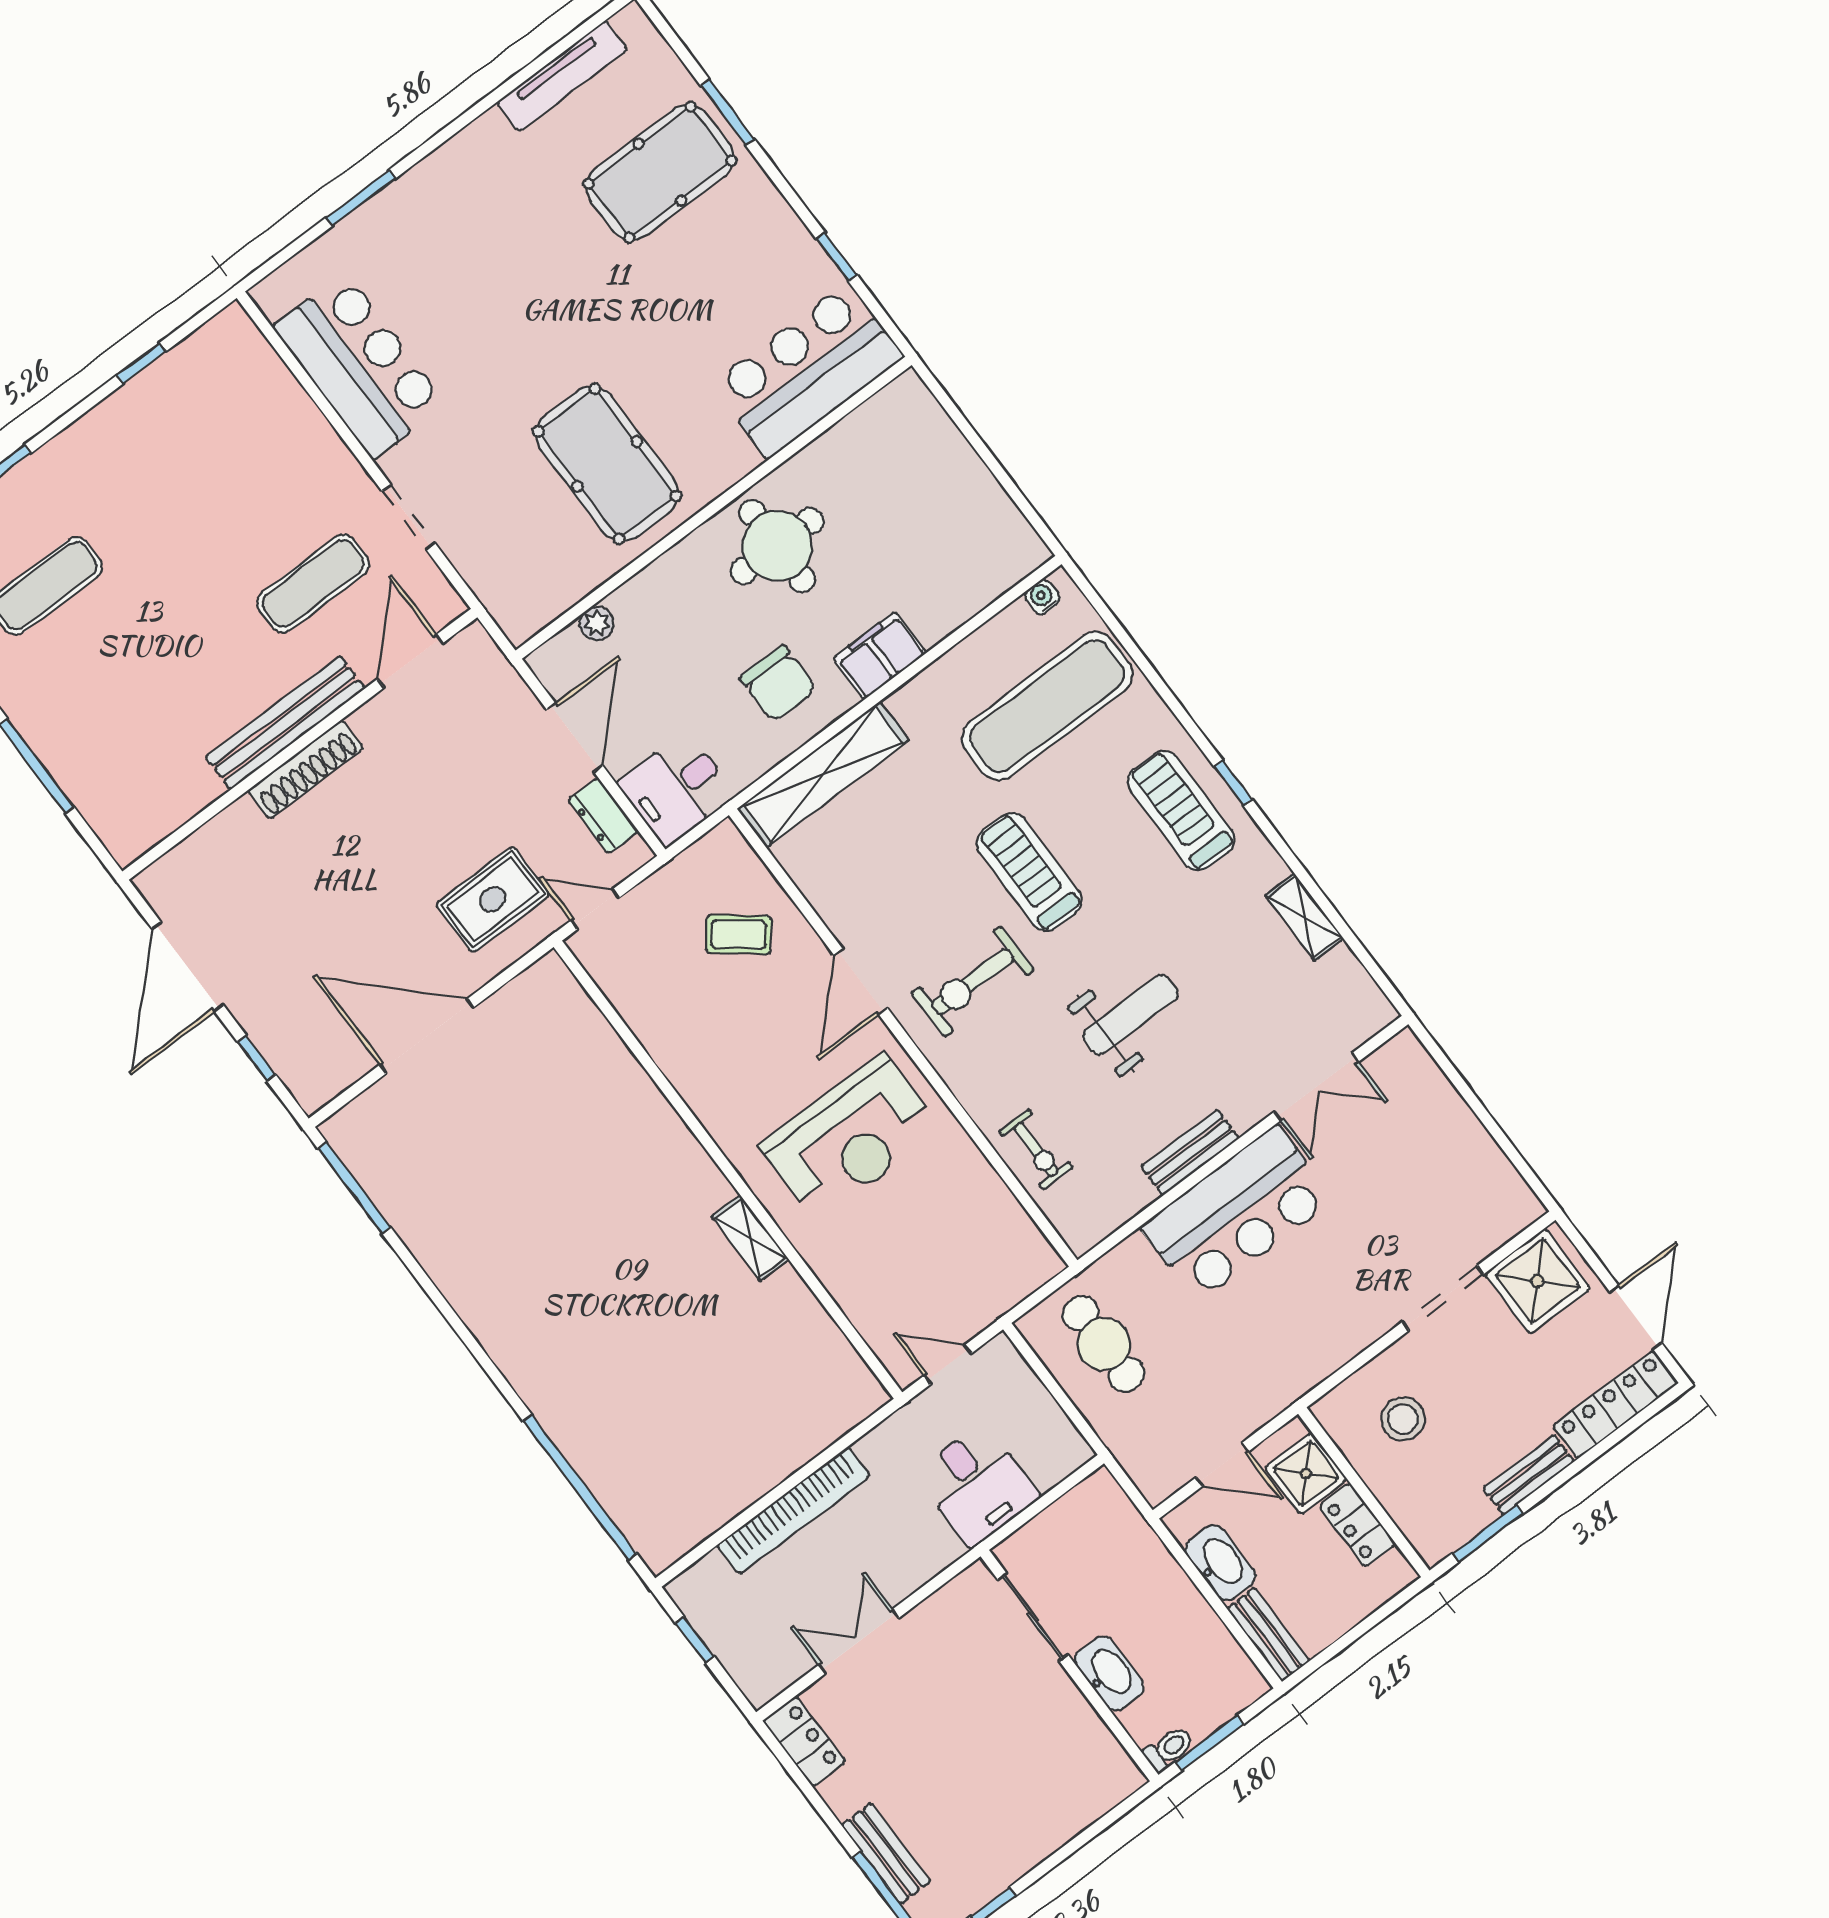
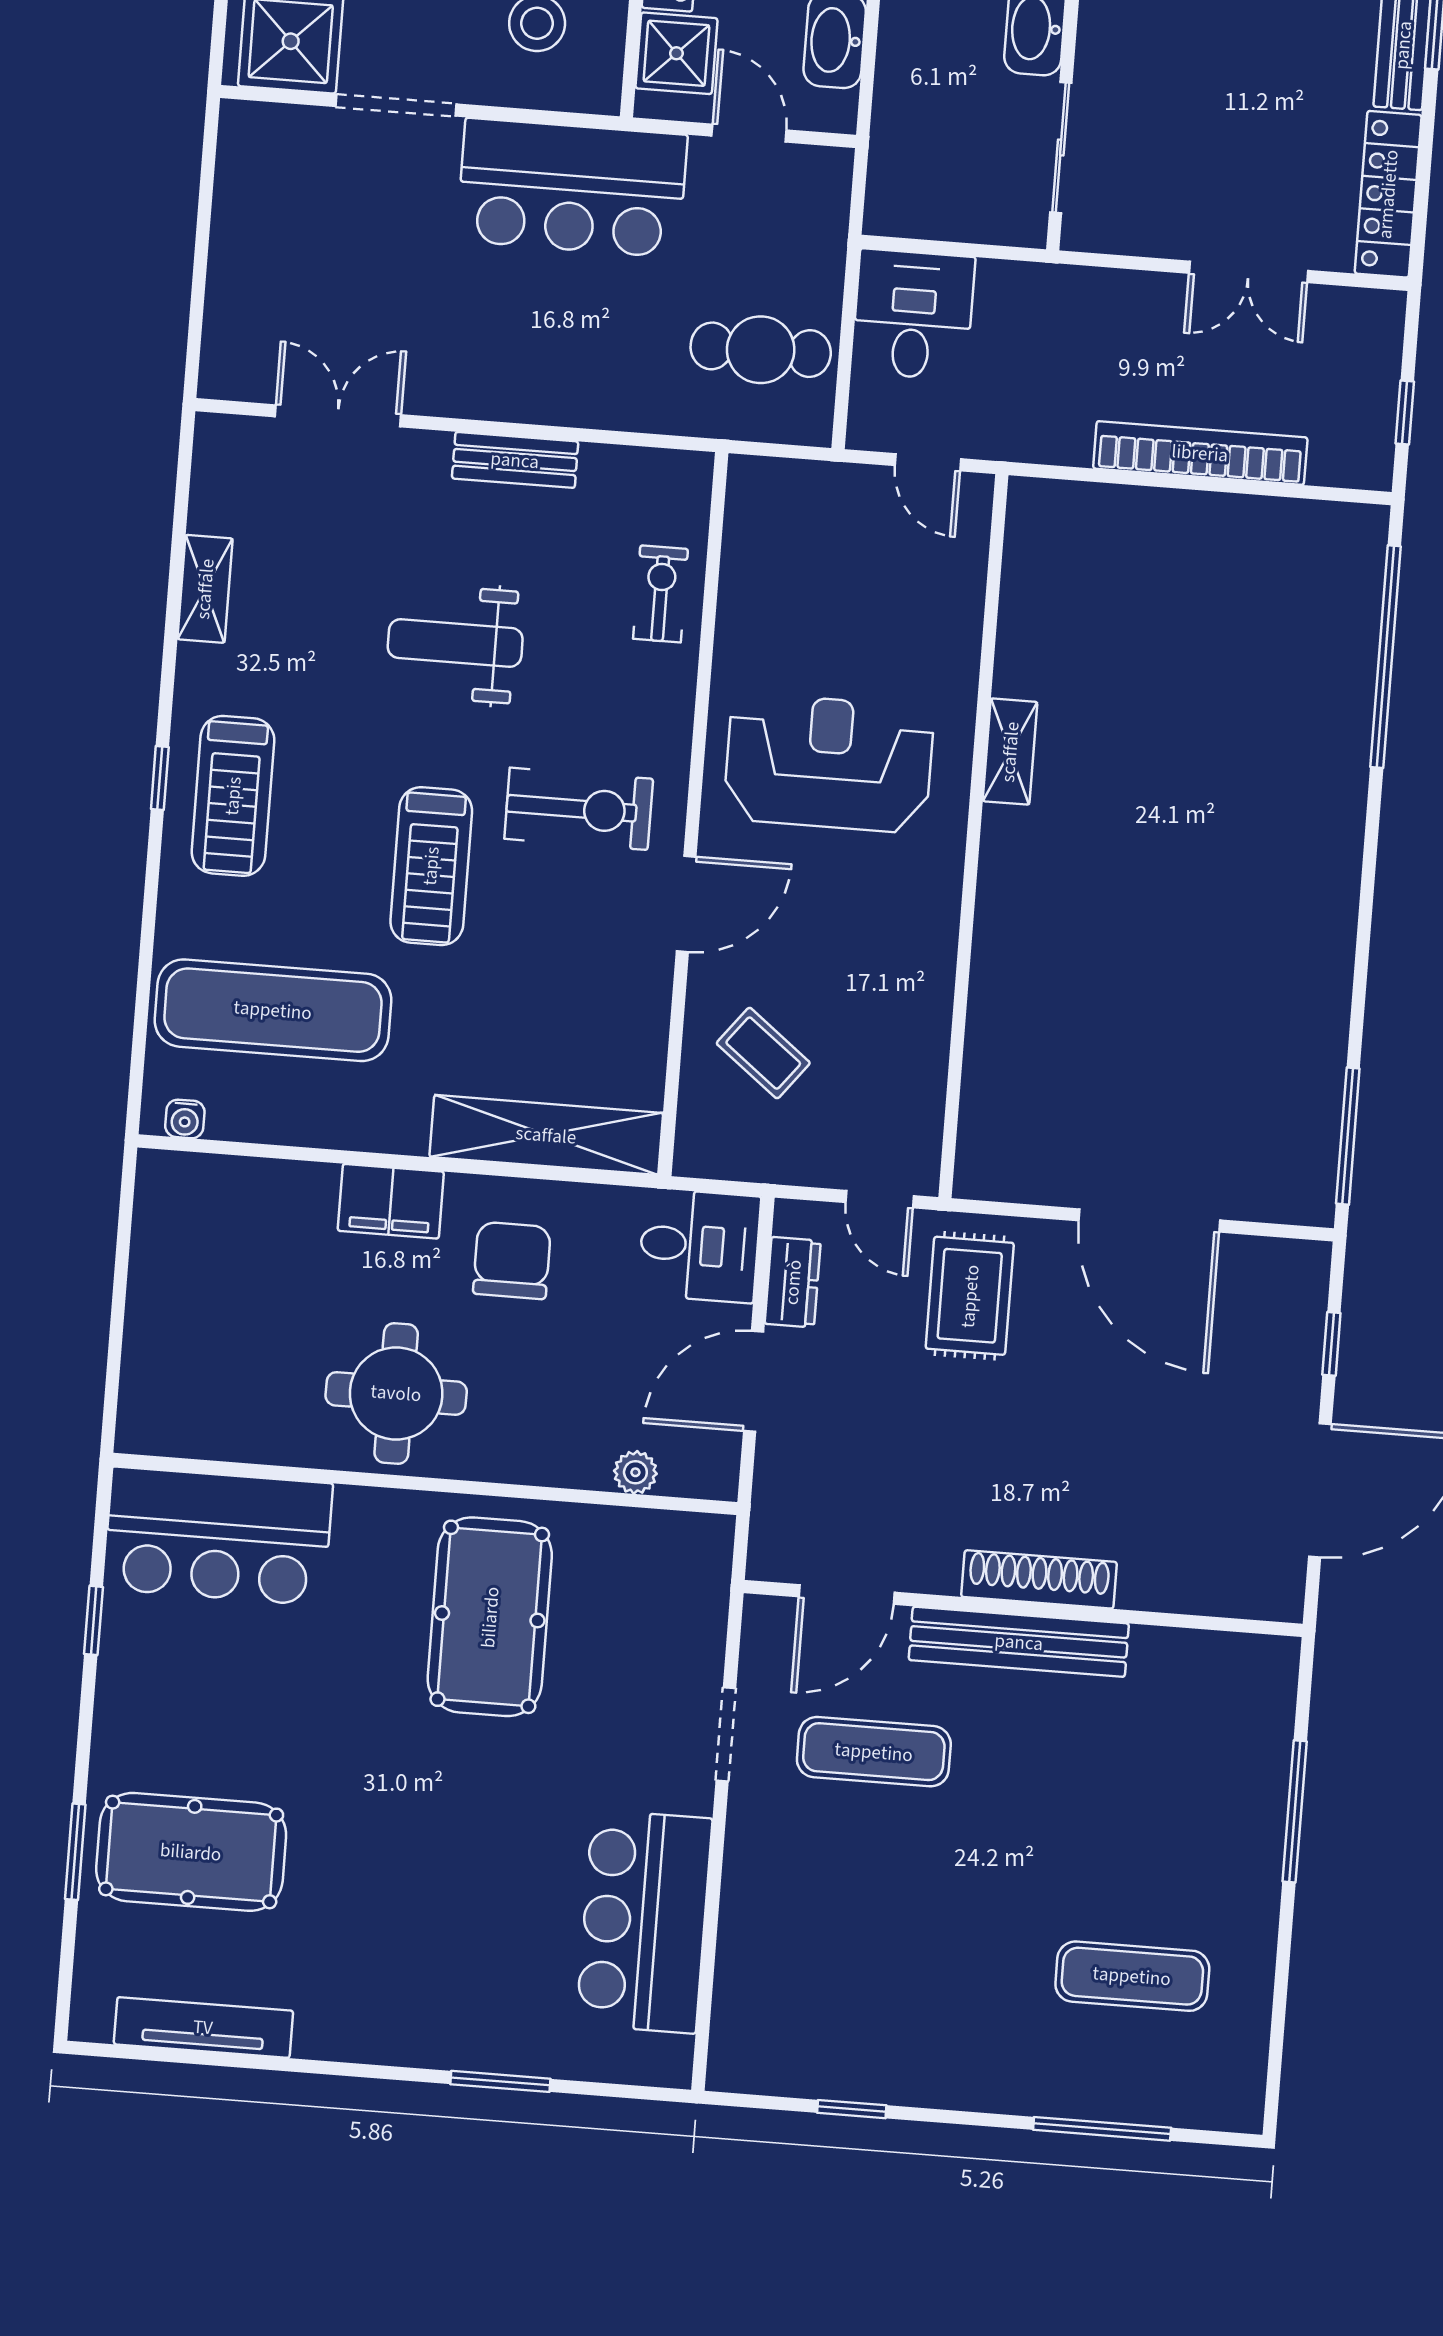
rug: (493, 899) -> (970, 1296), turned 90
bar counter: (1237, 1213) -> (572, 188), moved, turned 180
cafe table: (1104, 1344) -> (761, 350), turned 90
desk: (977, 1485) -> (913, 315), moved
locker: (804, 1741) -> (1388, 194), width x1.53

